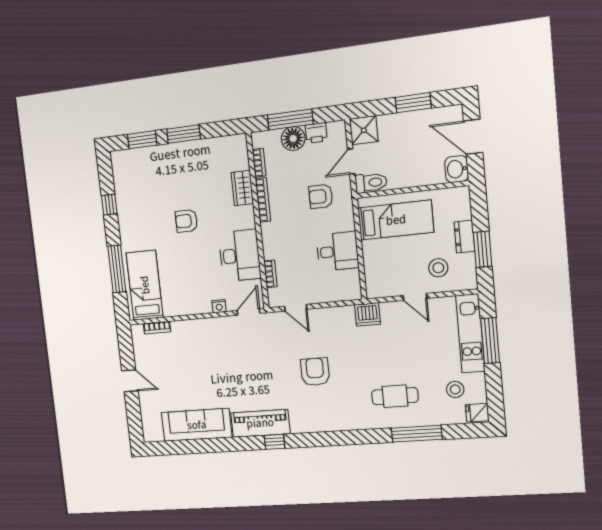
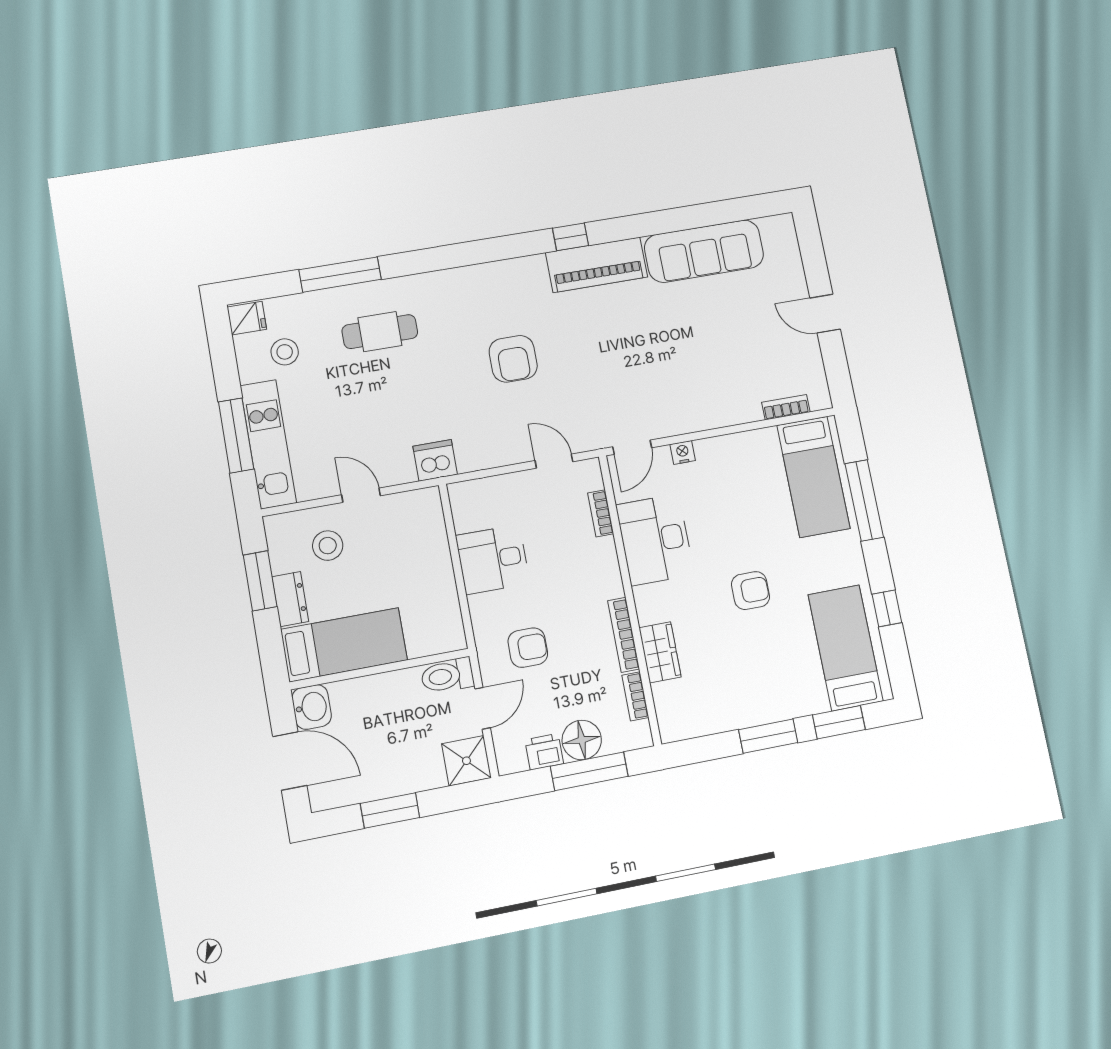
bed: (135, 183) -> (846, 648), added
bed: (396, 220) -> (344, 645), moved, turned 180

